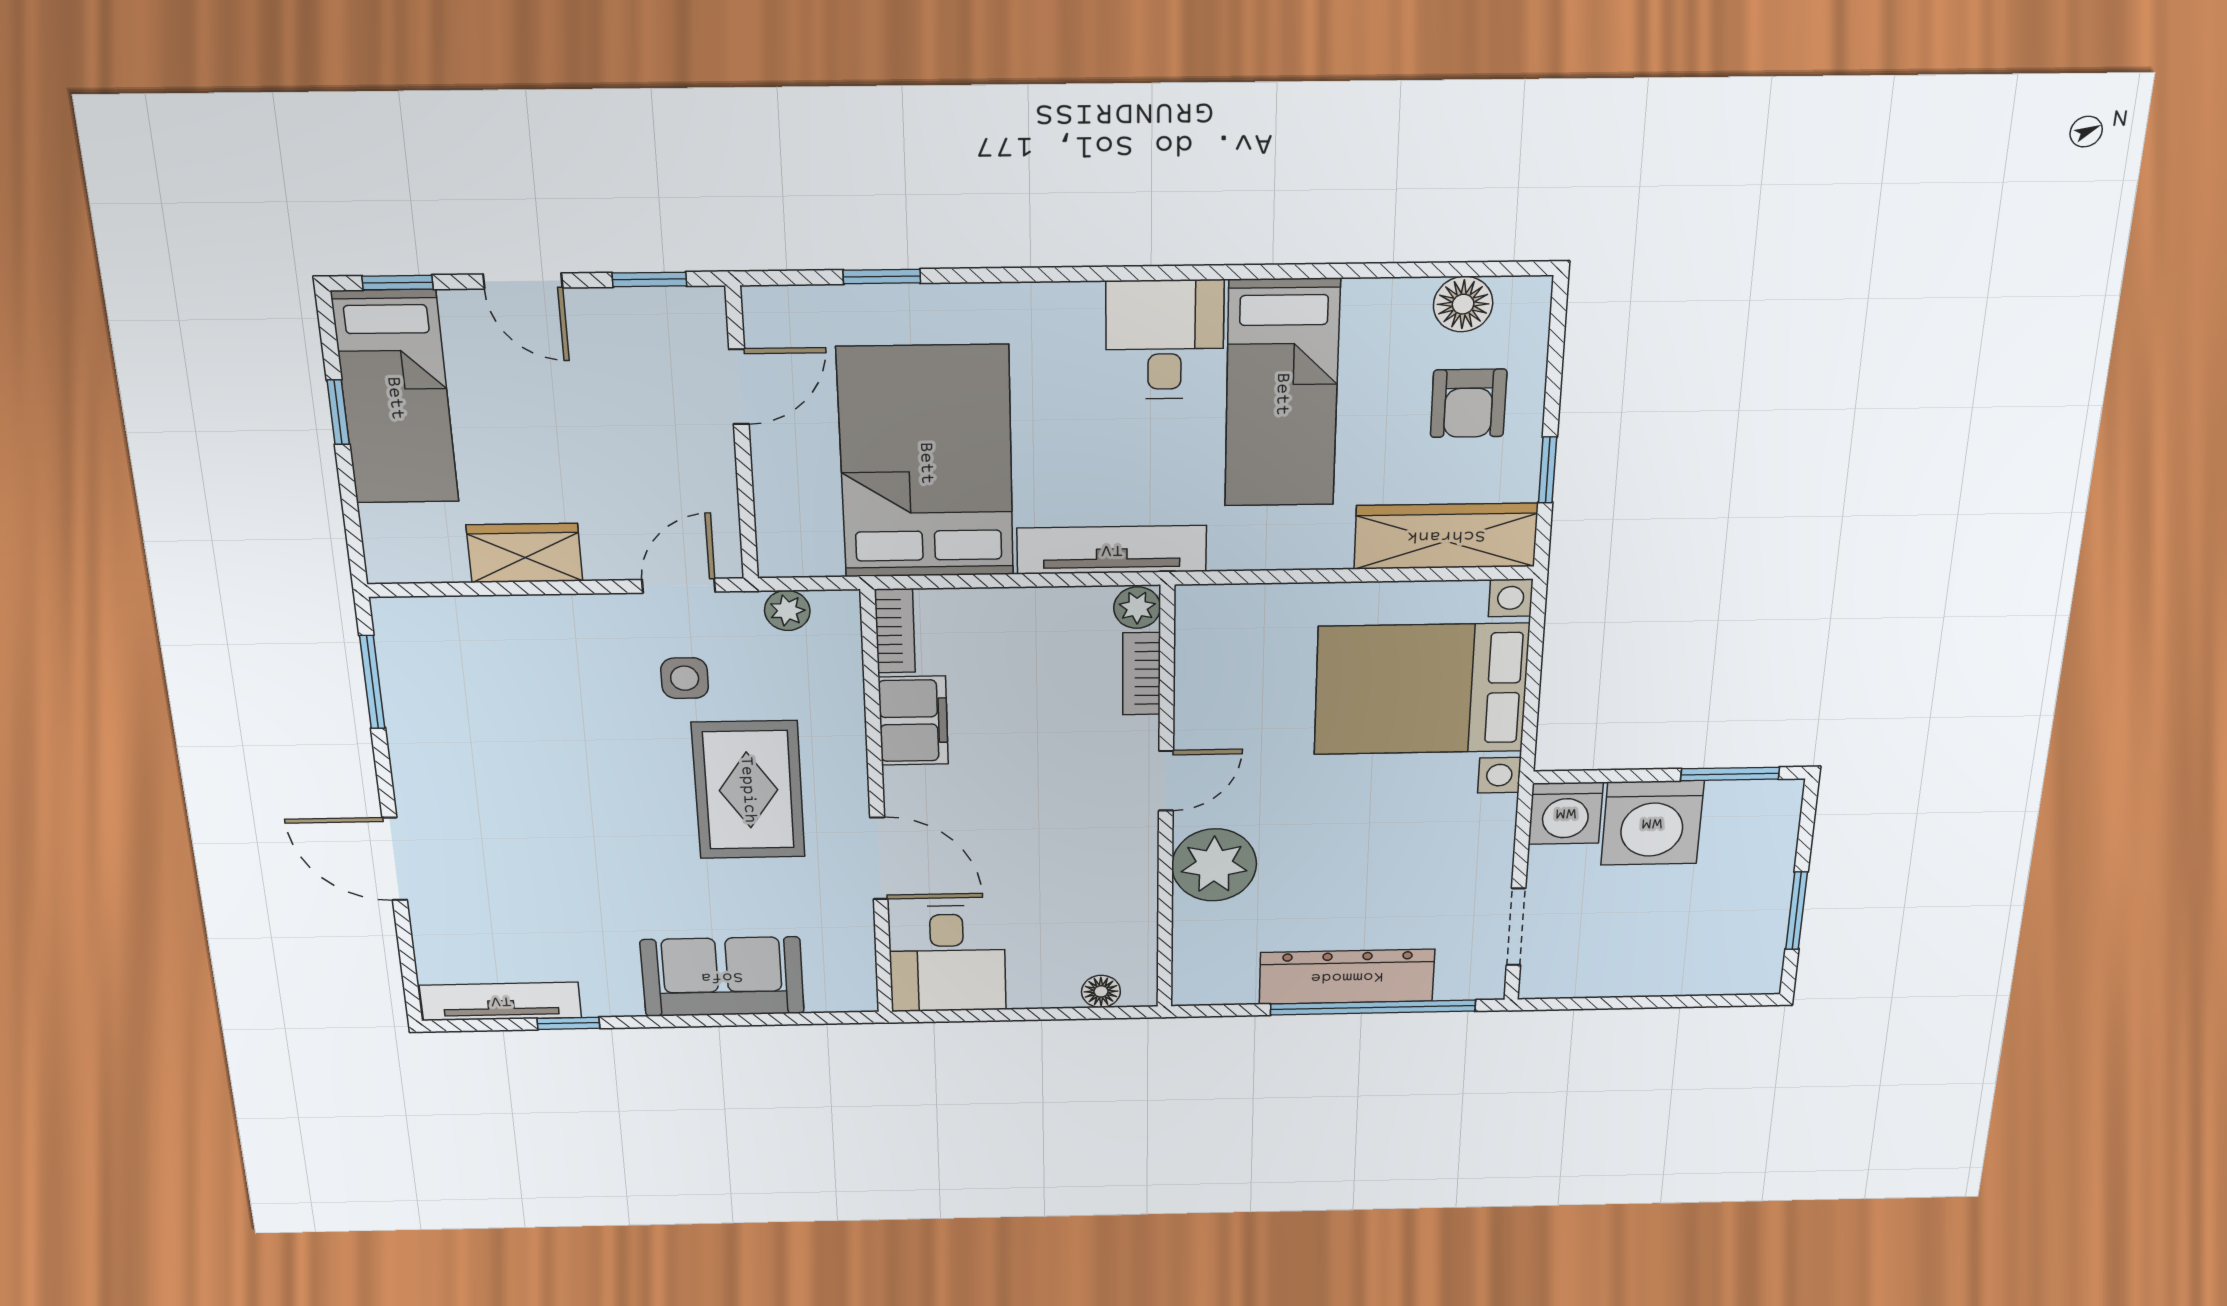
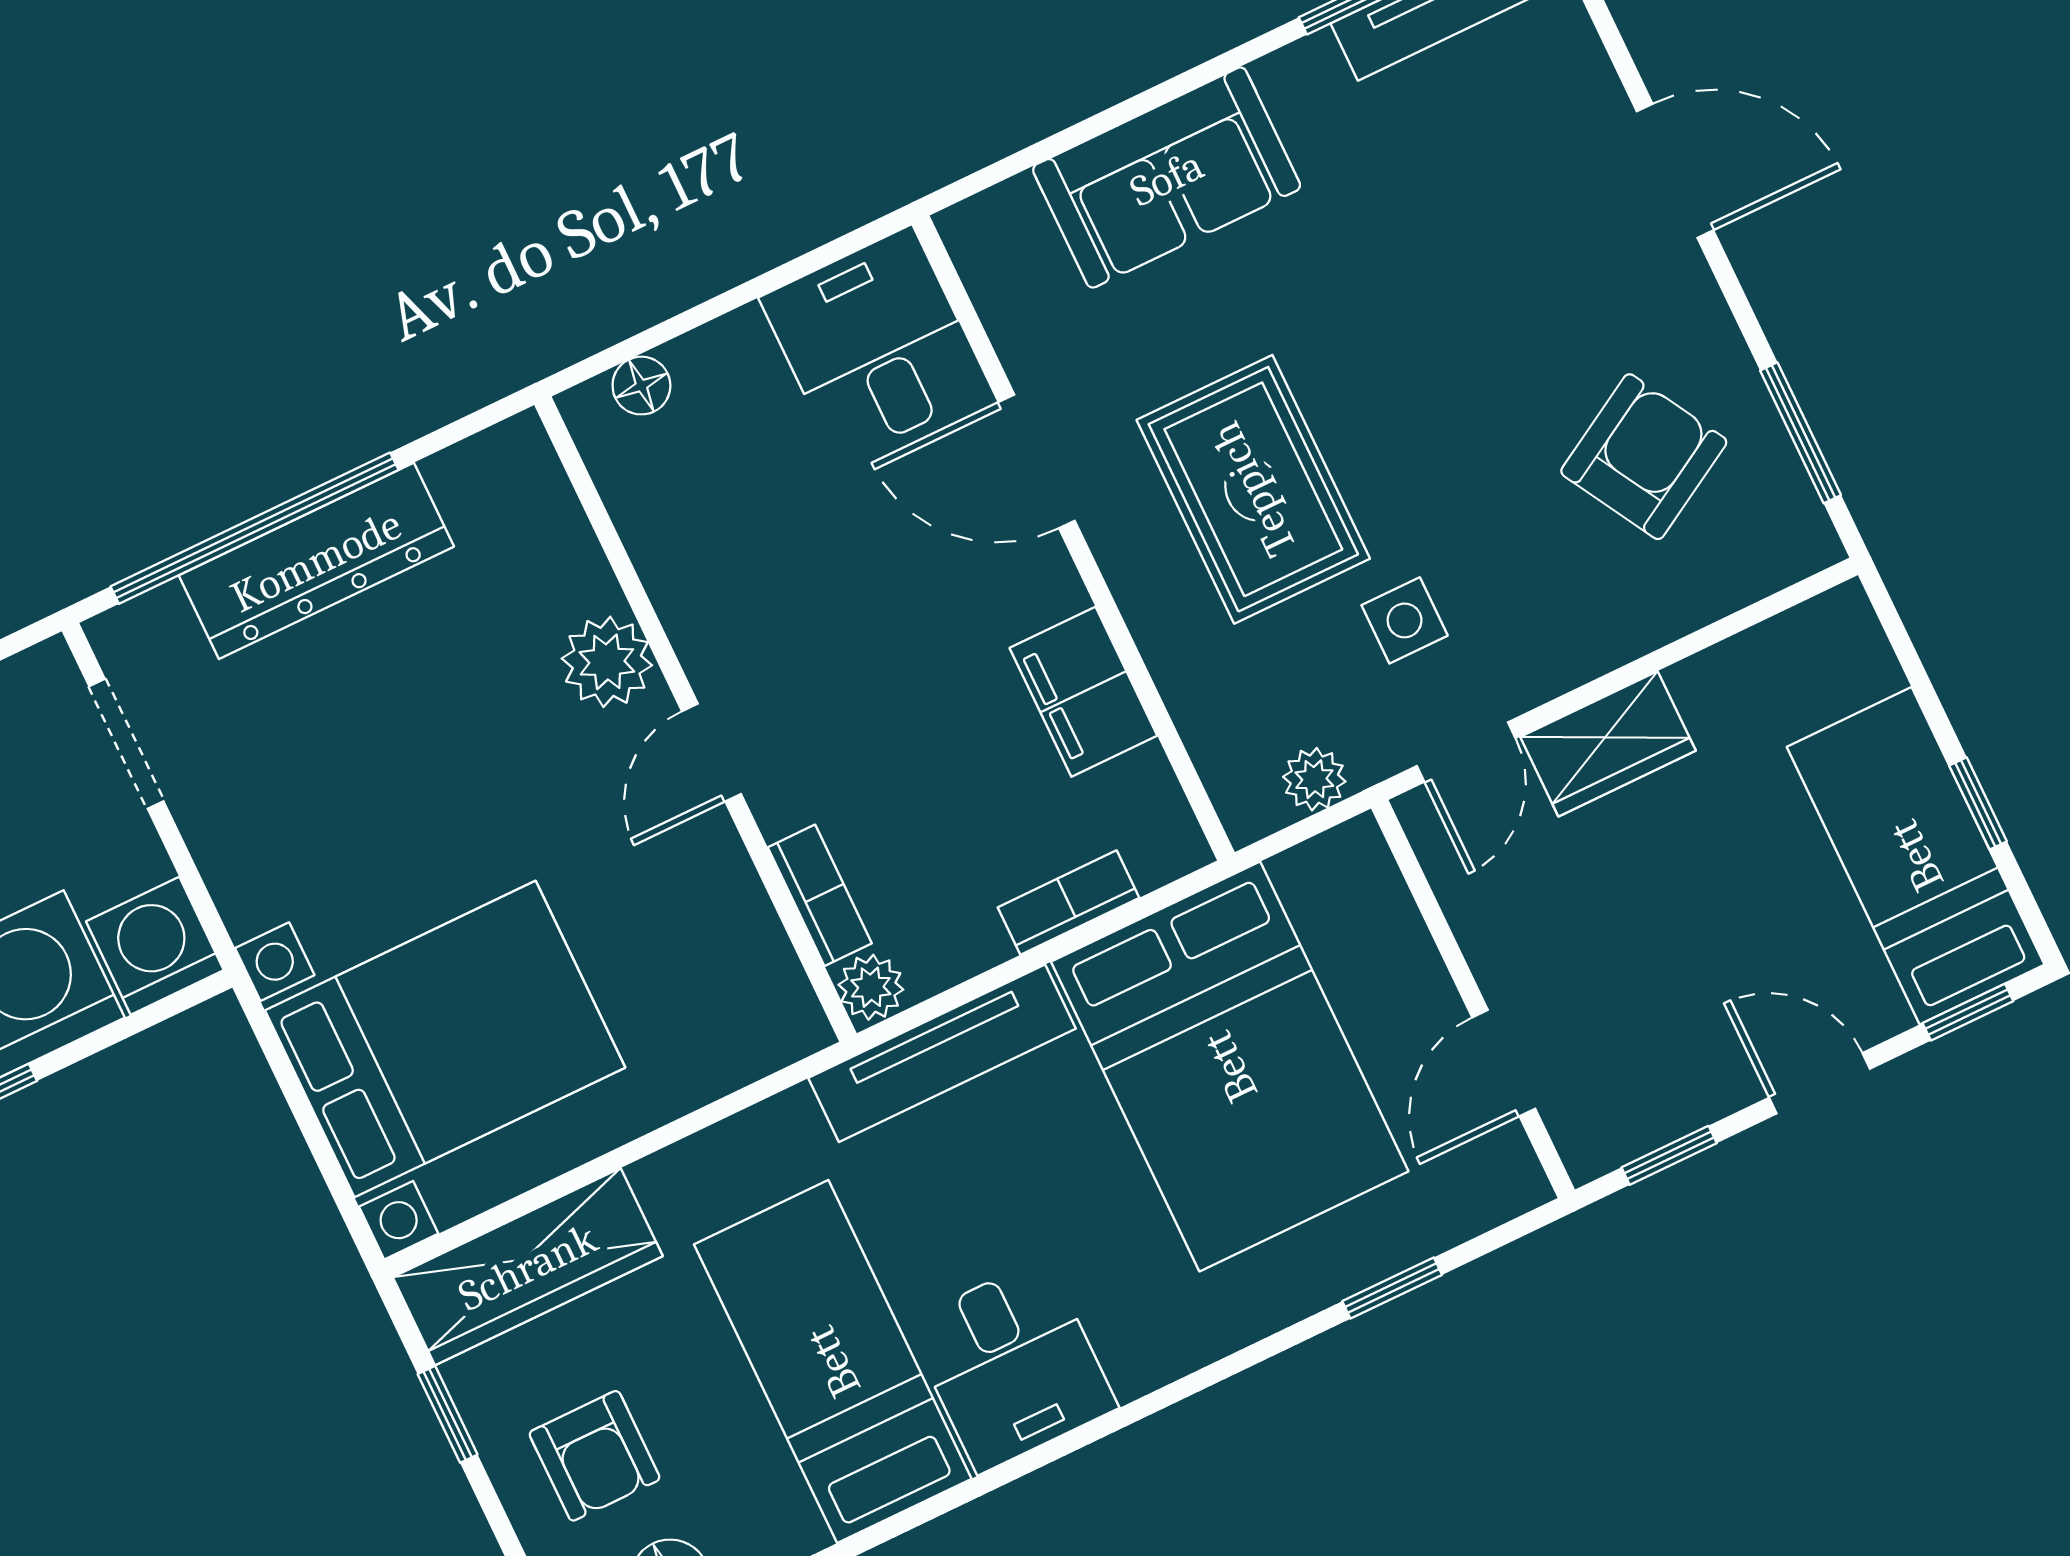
armchair: (1469, 403) -> (595, 1456), turned 180
wardrobe: (525, 553) -> (1608, 744), moved
bookcase: (895, 631) -> (1068, 903), moved, turned 90
armchair: (484, 709) -> (1644, 457), added
plant: (1214, 865) -> (607, 662), width x0.73, depth x0.73

